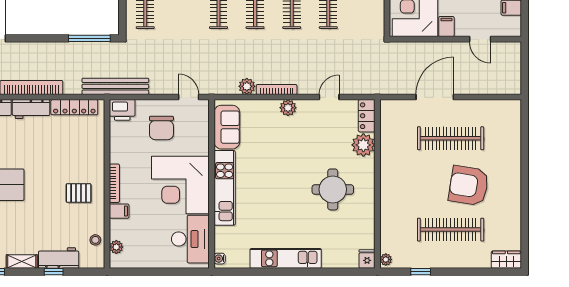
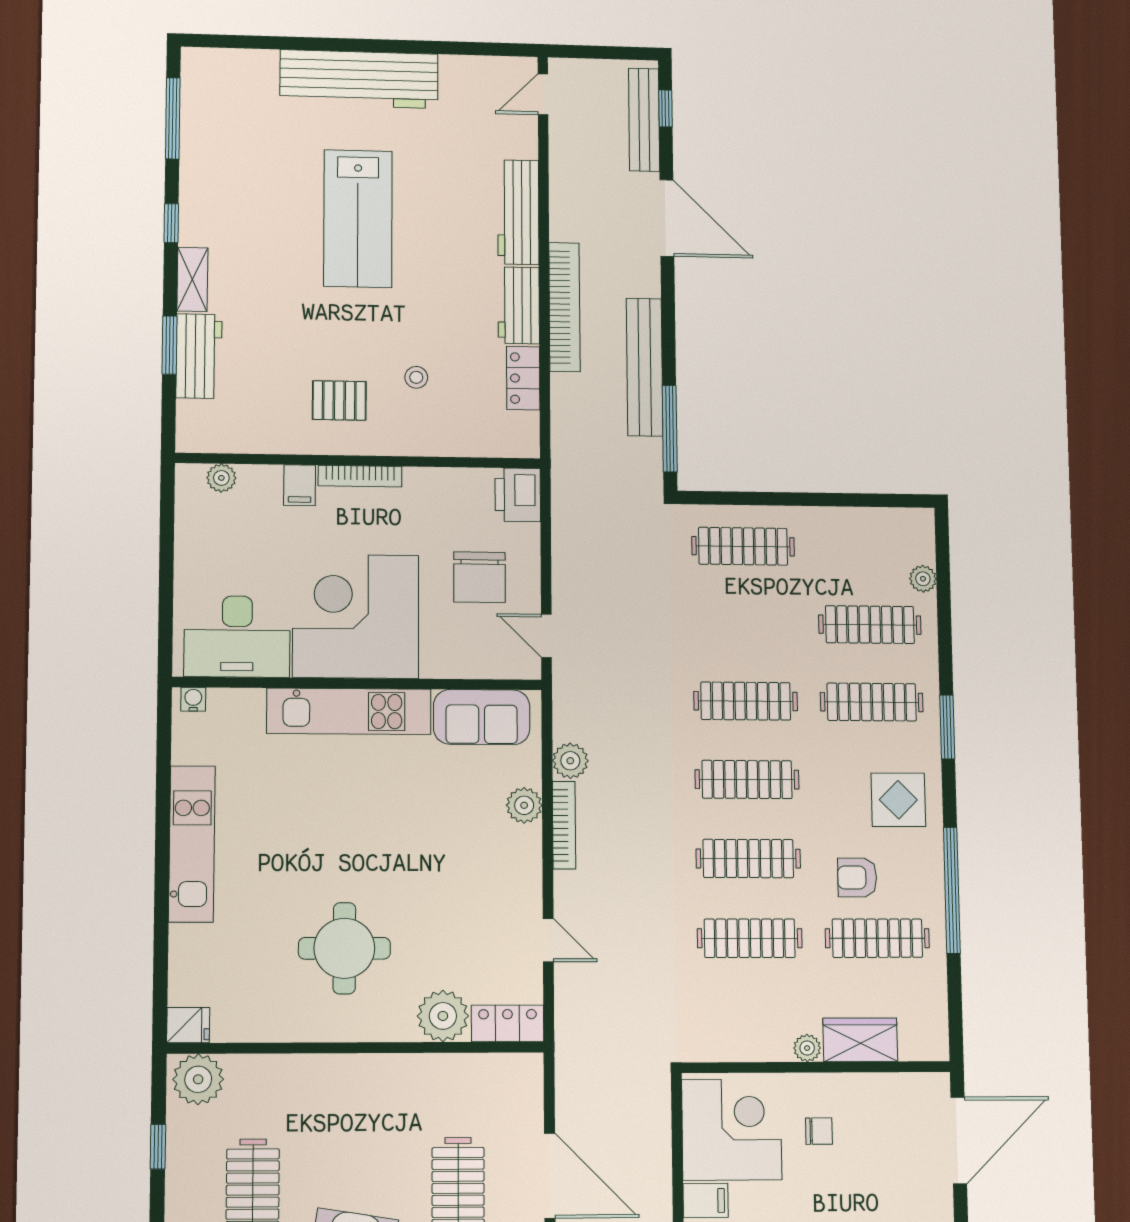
bench: (115, 86) -> (645, 367), moved
door: (189, 97) -> (546, 636), swing flipped
locker: (74, 107) -> (523, 378), width x0.66
plant: (288, 108) -> (524, 805), moved
chair: (161, 128) -> (479, 577), turned -90
pallet: (79, 193) -> (339, 400), turned 90
stool: (95, 240) -> (416, 377), moved
plant: (386, 260) -> (198, 1079), width x1.88, depth x1.88
window: (54, 272) -> (170, 345), width x1.50

